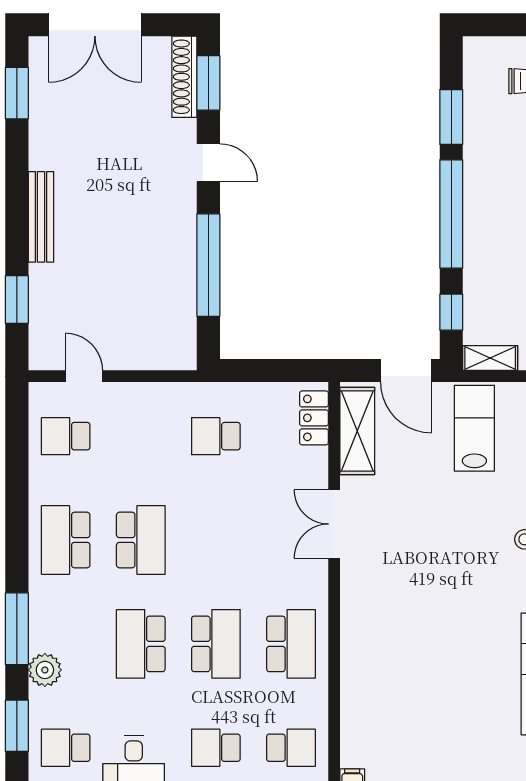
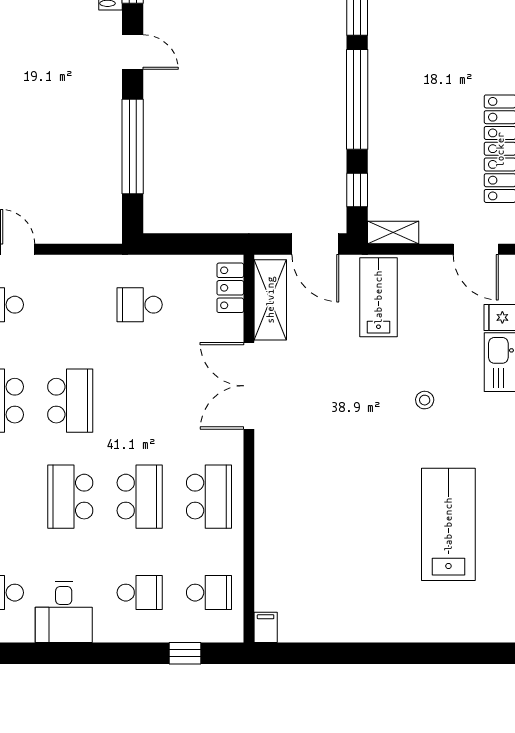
double door: (334, 524) -> (249, 386), width x1.37
school desk: (216, 748) -> (140, 593), turned 180

